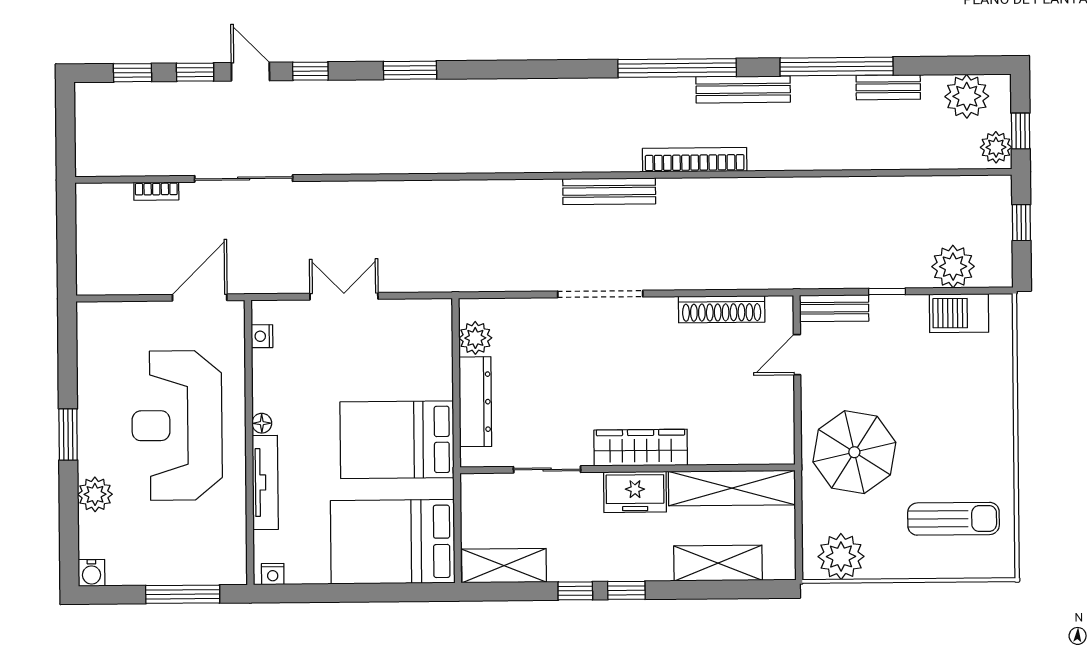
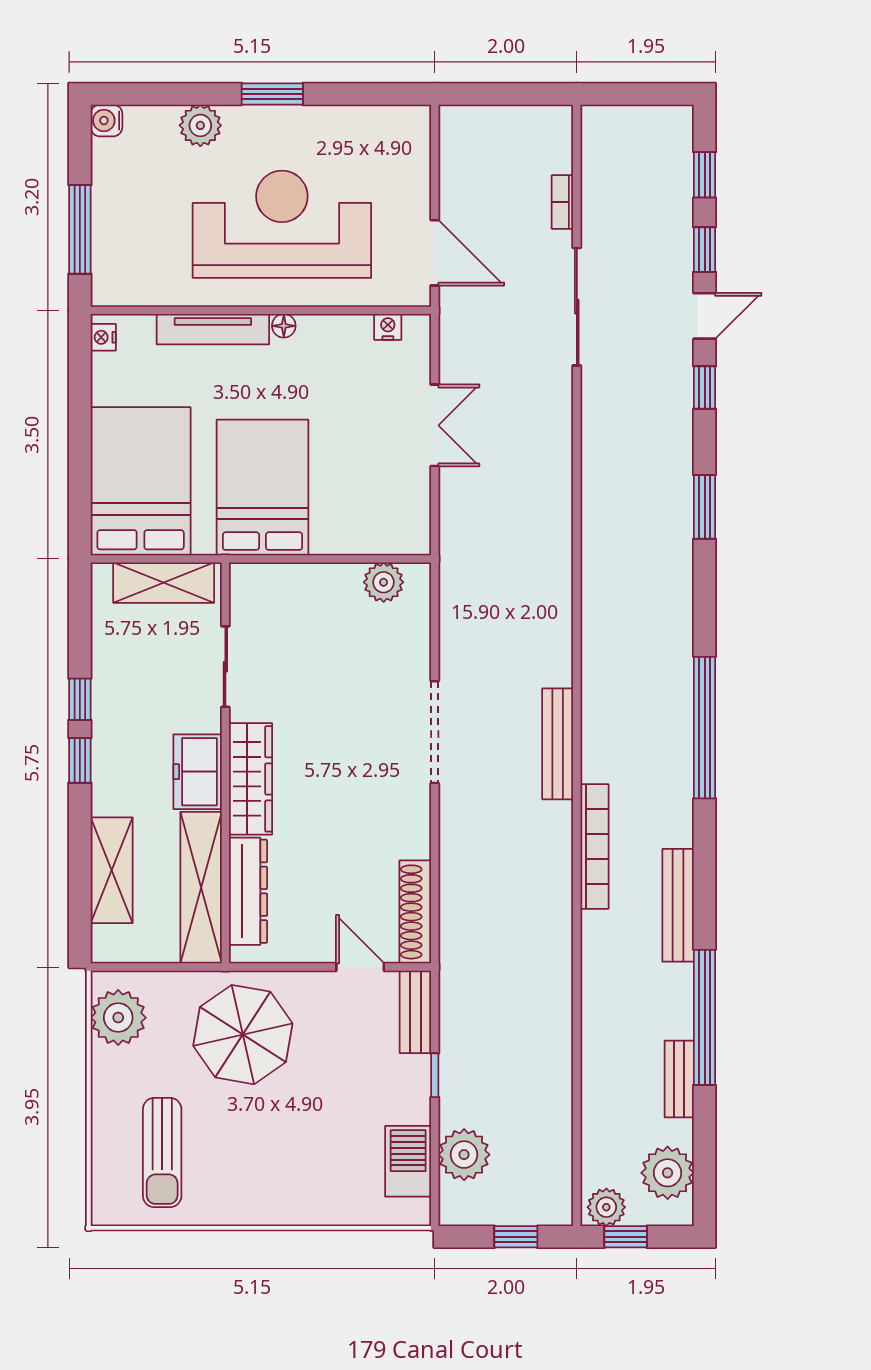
window: (677, 68) -> (705, 728), moved
shoe rack: (722, 309) -> (415, 912), moved
dresser: (475, 402) -> (248, 891), moved, turned -90
shelving: (504, 566) -> (164, 583), moved, turned 90

